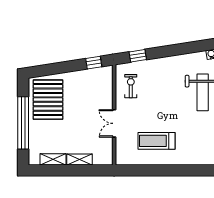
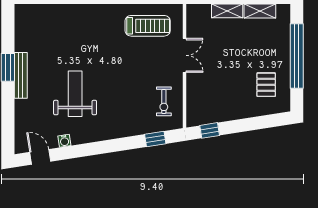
pallet: (48, 100) -> (266, 85), width x0.49, depth x0.50
treadmill: (157, 141) -> (148, 26), moved

